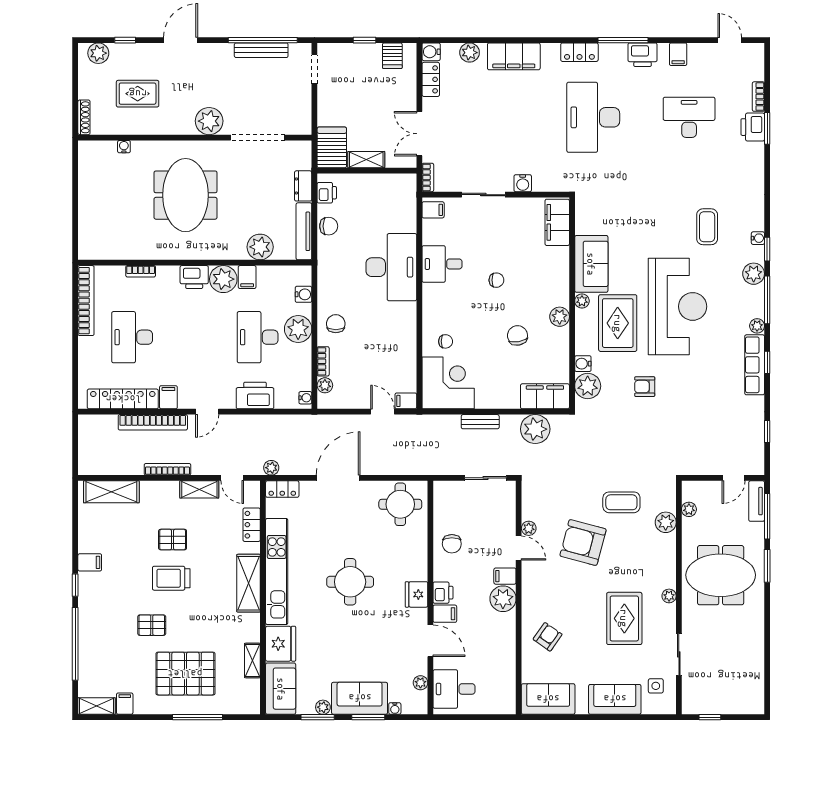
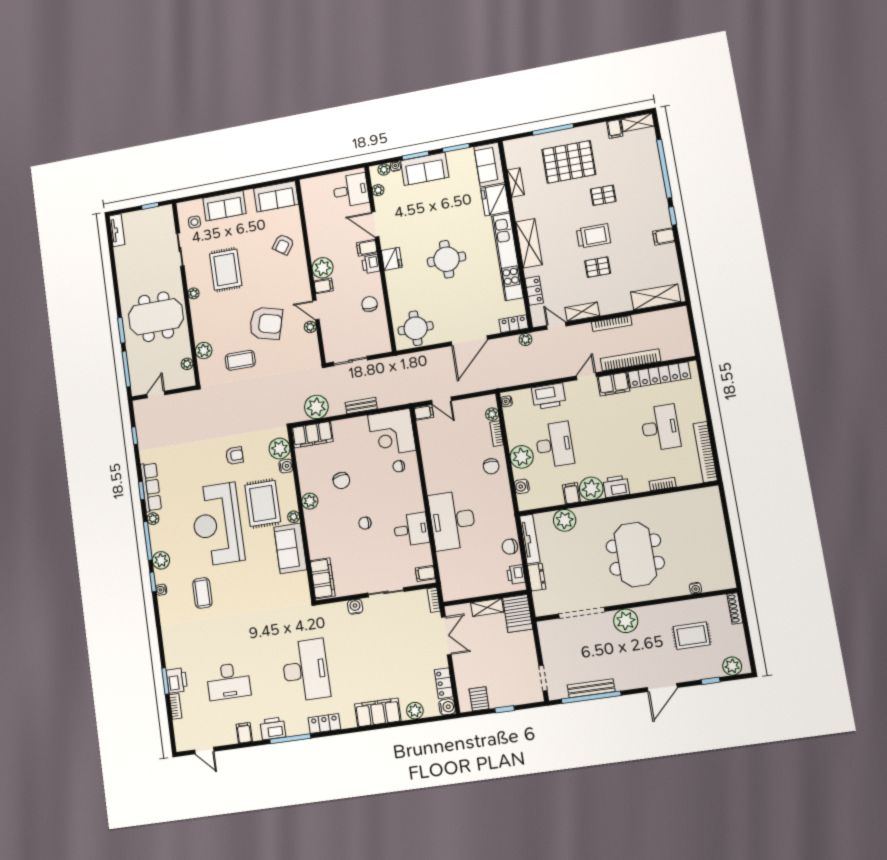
filing cabinet: (168, 397) -> (614, 384), width x2.00
tv unit: (757, 501) -> (117, 230), moved
plant: (323, 707) -> (384, 170), moved

